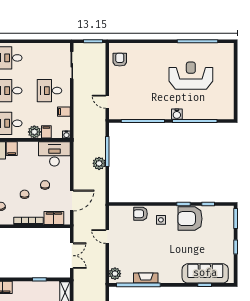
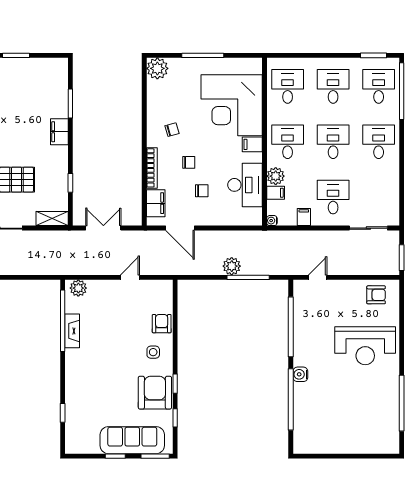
reception desk: (191, 76) -> (365, 346), moved, turned 90
desk: (54, 154) -> (245, 185), moved
double door: (72, 256) -> (103, 228), swing flipped
sofa: (205, 273) -> (132, 440), moved, turned -90

